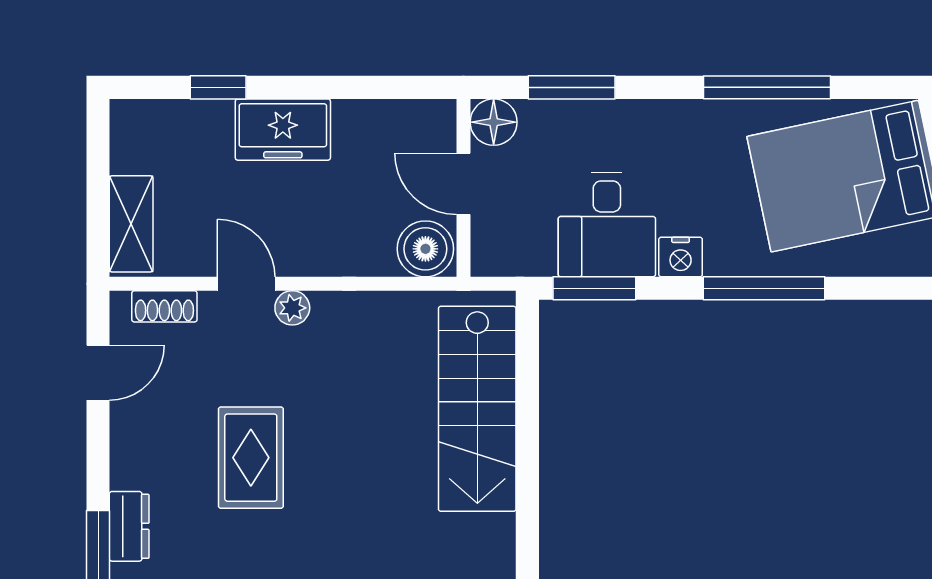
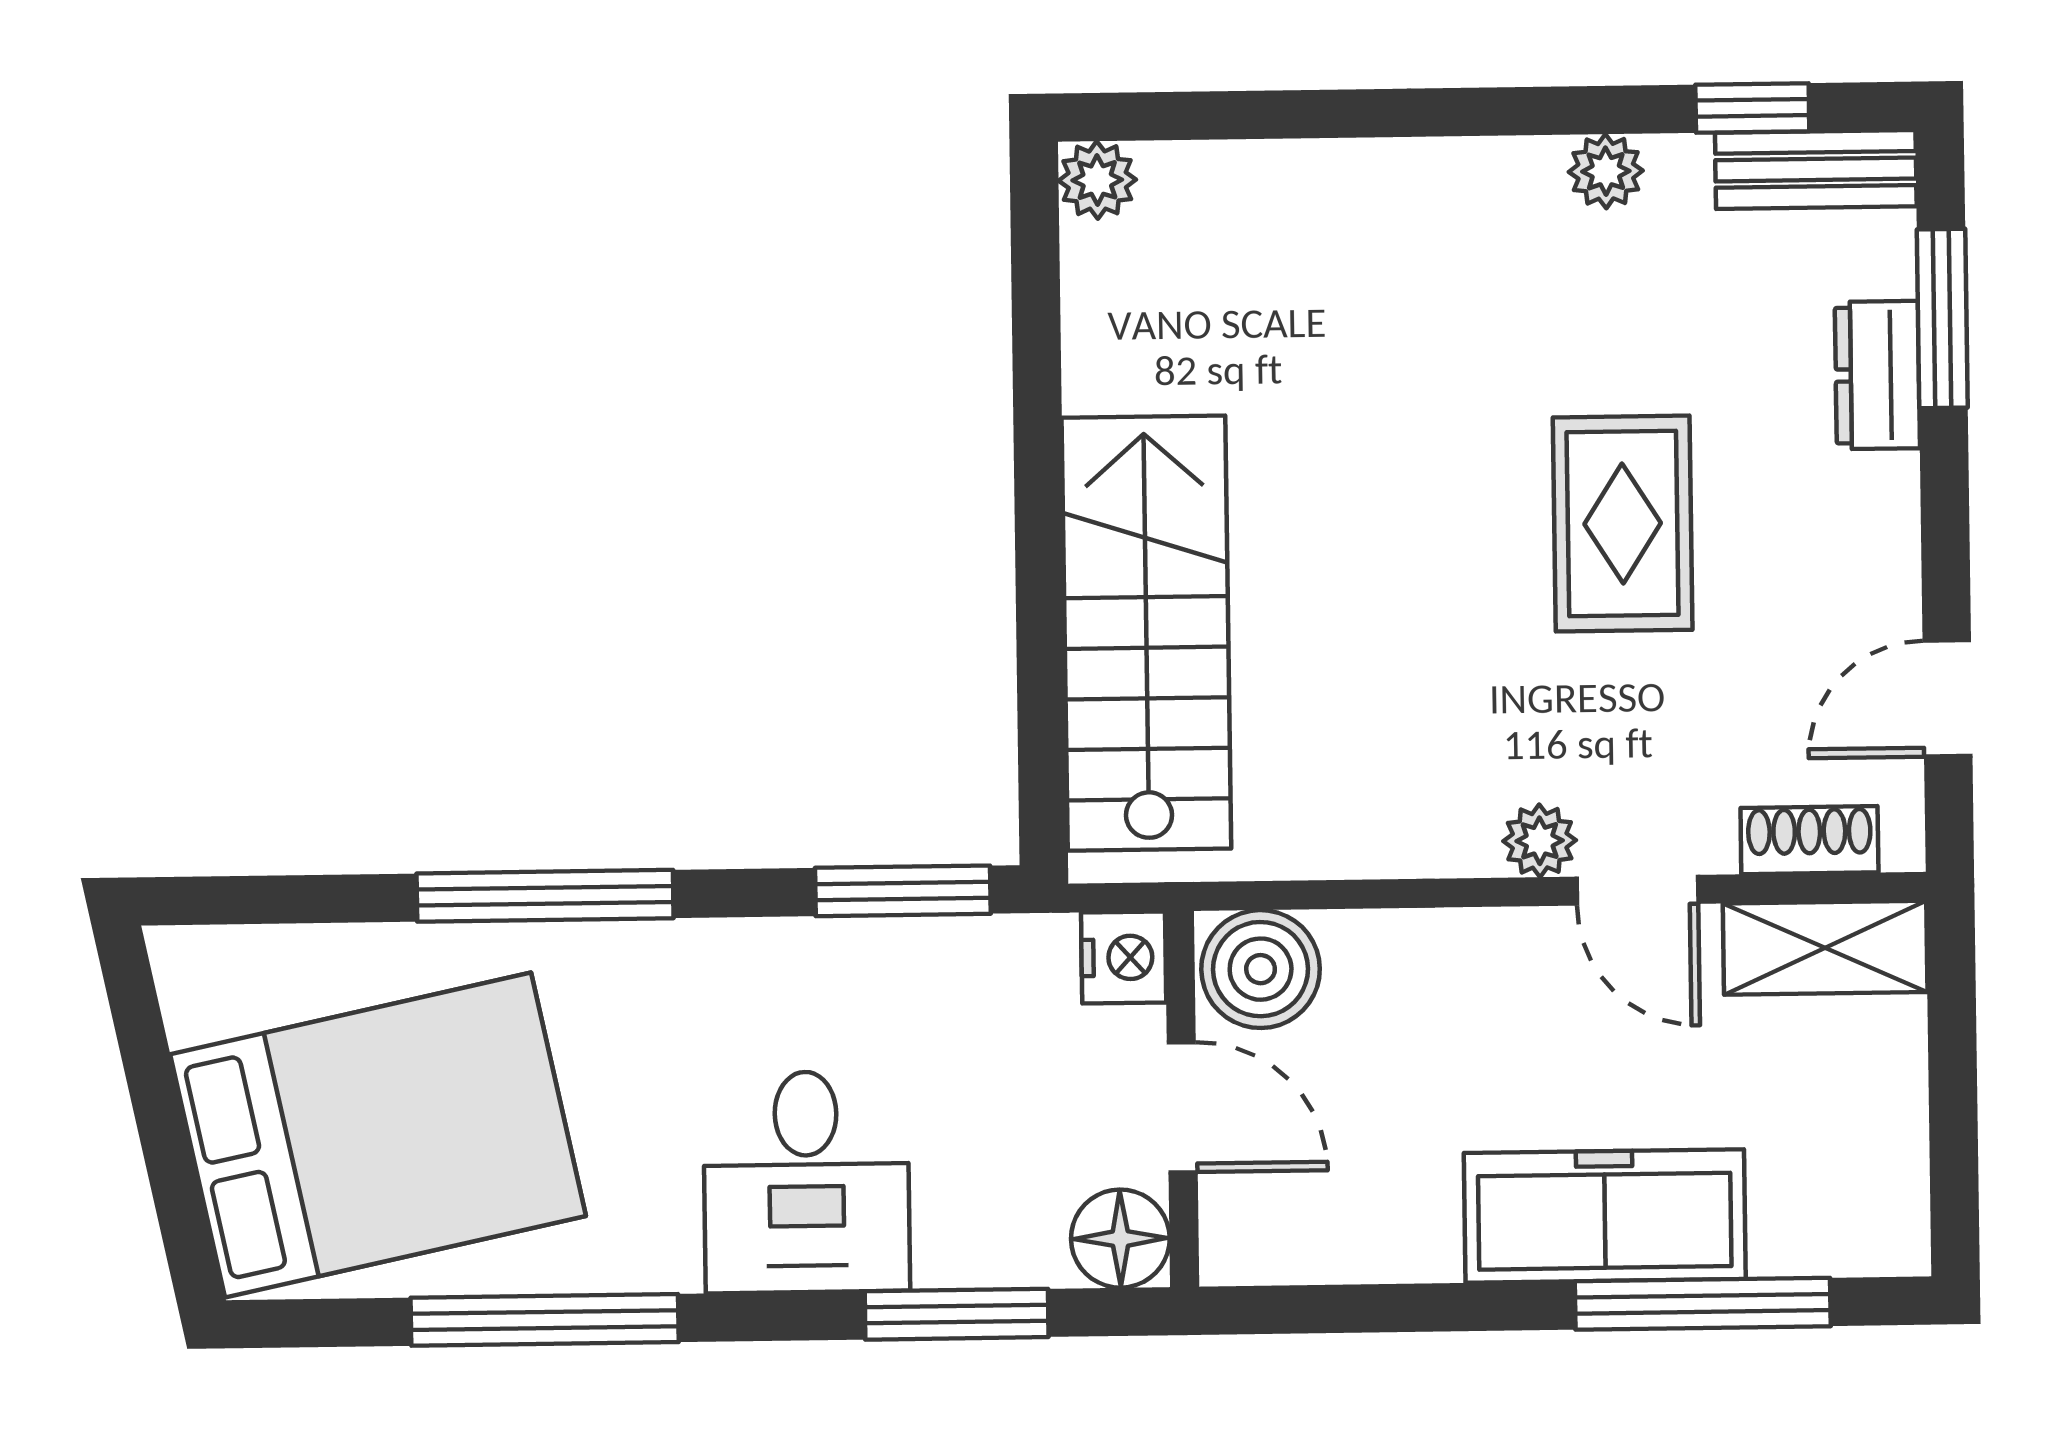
window: (218, 87) -> (1703, 1304), width x2.17
freezer: (283, 130) -> (1605, 1216), width x1.40
shelving: (131, 224) -> (1825, 948), moved, turned 90
desk: (607, 225) -> (806, 1182), moved, turned 180
nightstand: (681, 257) -> (1124, 957), moved, turned 90

